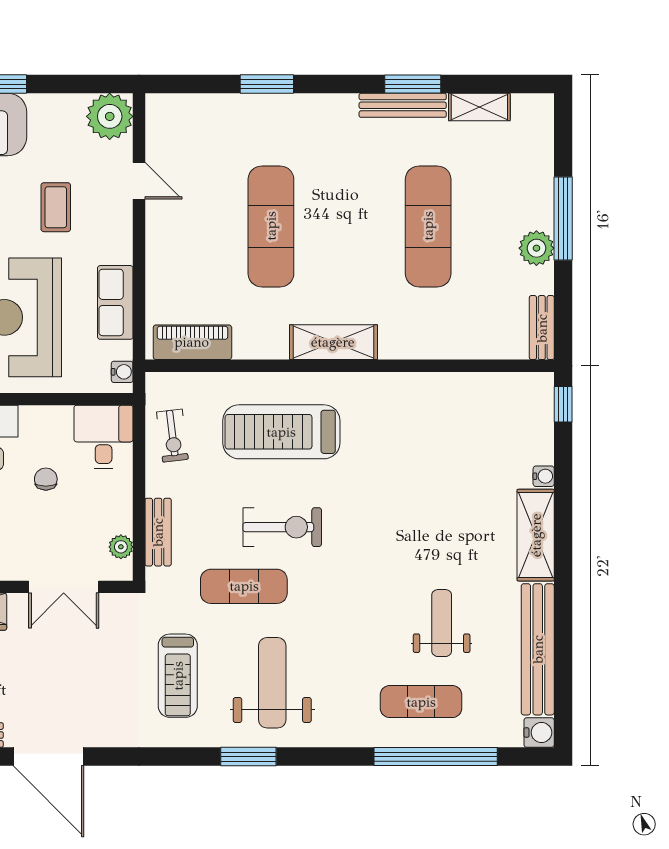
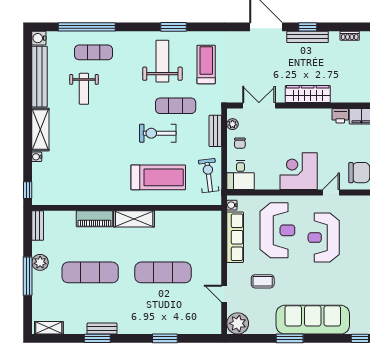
bench: (403, 105) -> (102, 329), width x0.73
shelving: (479, 107) -> (49, 328), moved
coffee table: (56, 207) -> (263, 281), turned 90
exercise mat: (271, 226) -> (163, 272), turned 90
exercise mat: (428, 226) -> (90, 272), turned 90
row of seats: (115, 302) -> (235, 237), width x1.48
piano: (192, 342) -> (94, 219), moved
exercise bike: (172, 436) -> (209, 176), width x1.38, depth x1.39
chair: (46, 479) -> (240, 143), moved
weight bench: (272, 683) -> (162, 61), turned 180

